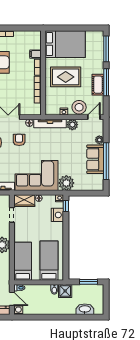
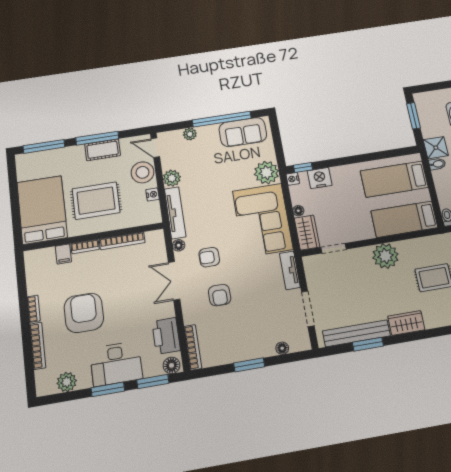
rug: (66, 77) -> (96, 201), turned 90
sofa: (95, 159) -> (243, 132), moved

